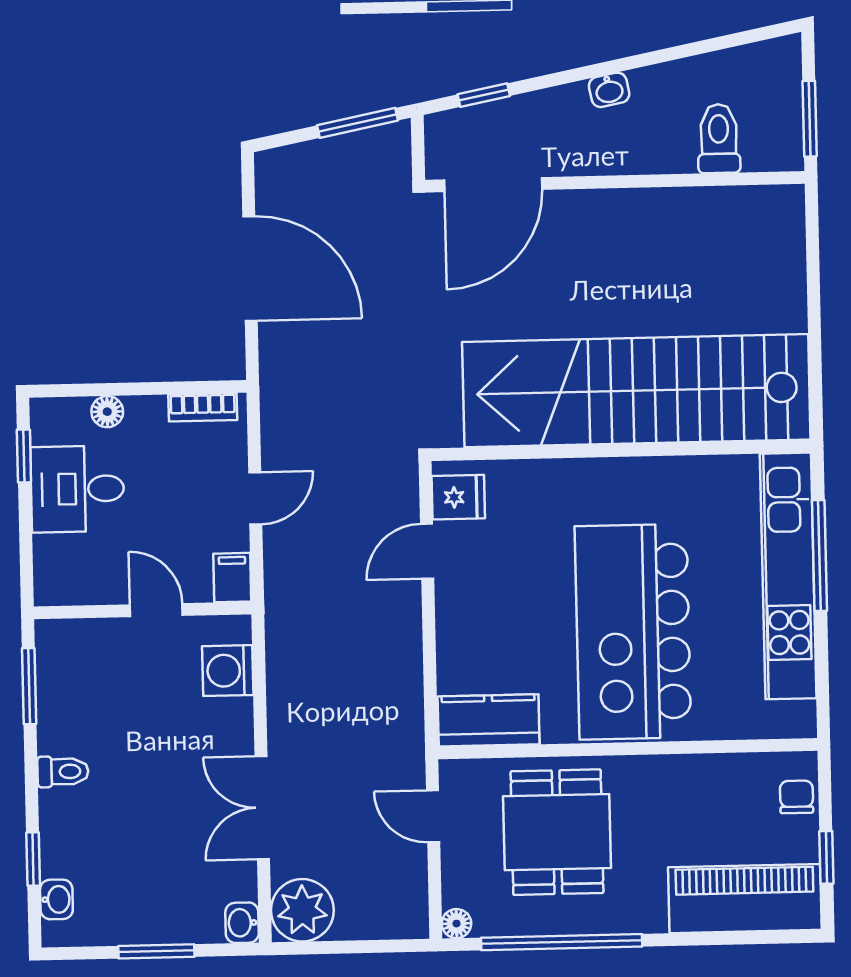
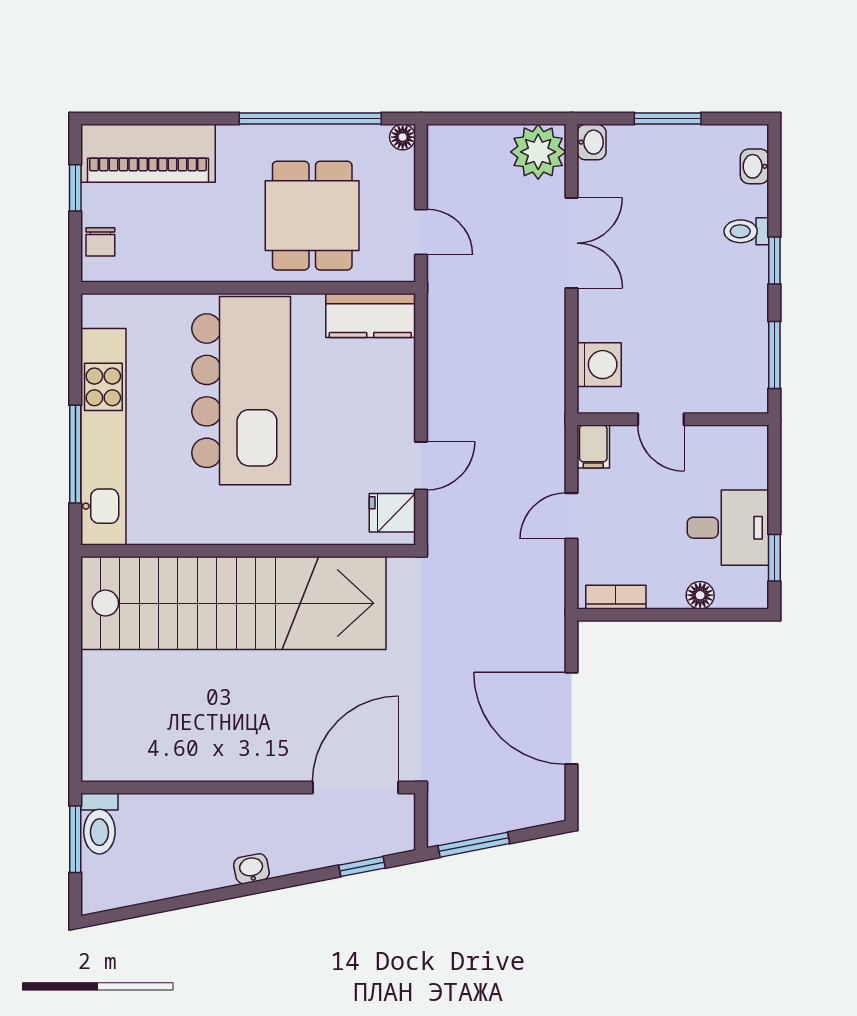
toilet: (719, 139) -> (99, 824), moved
toilet: (63, 772) -> (746, 231), moved
window: (33, 859) -> (774, 261), moved

